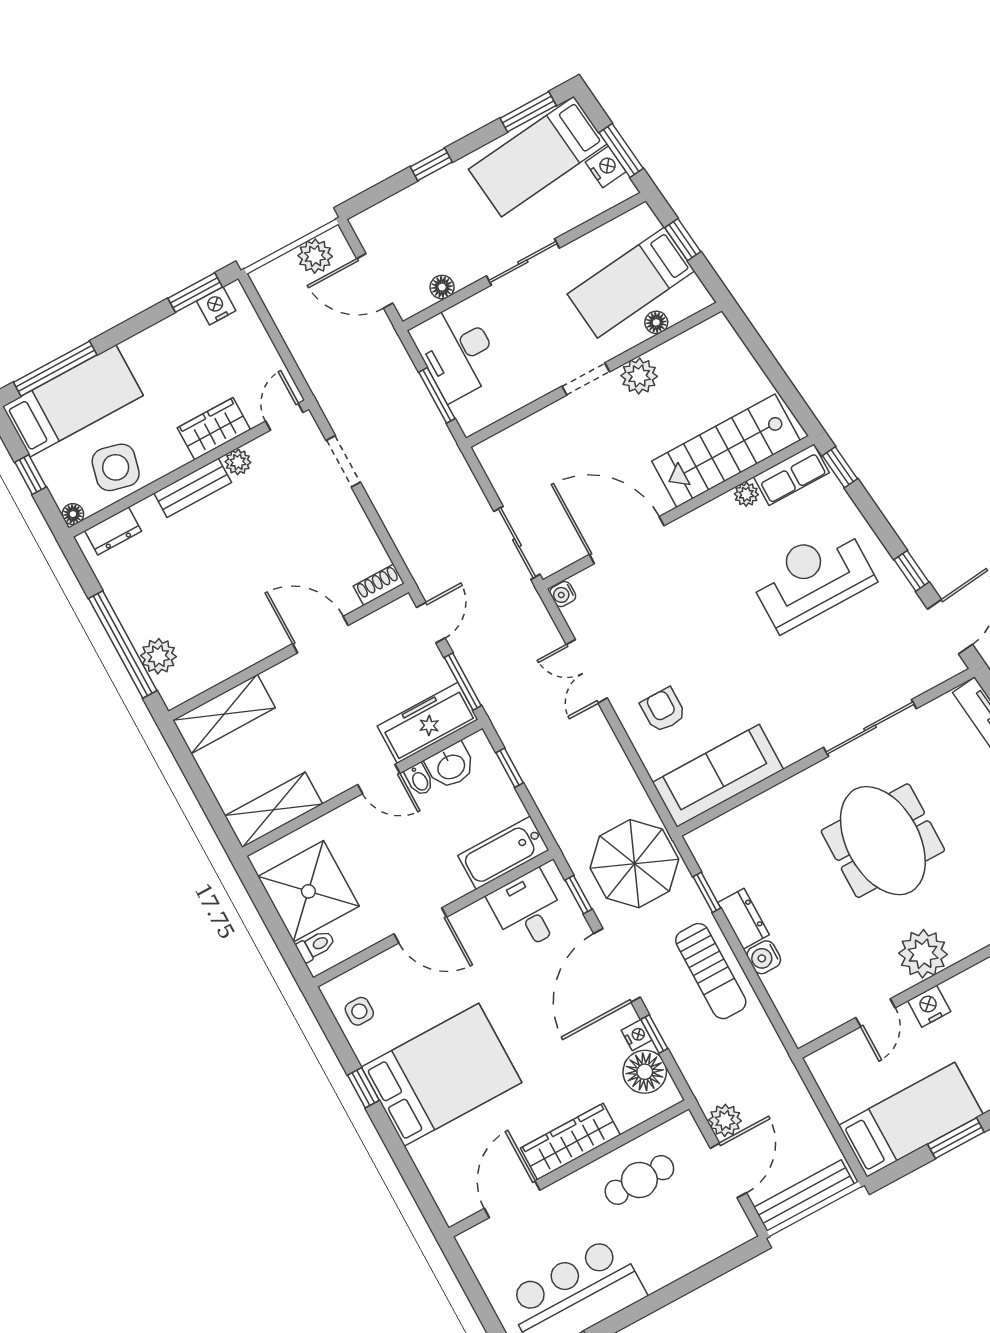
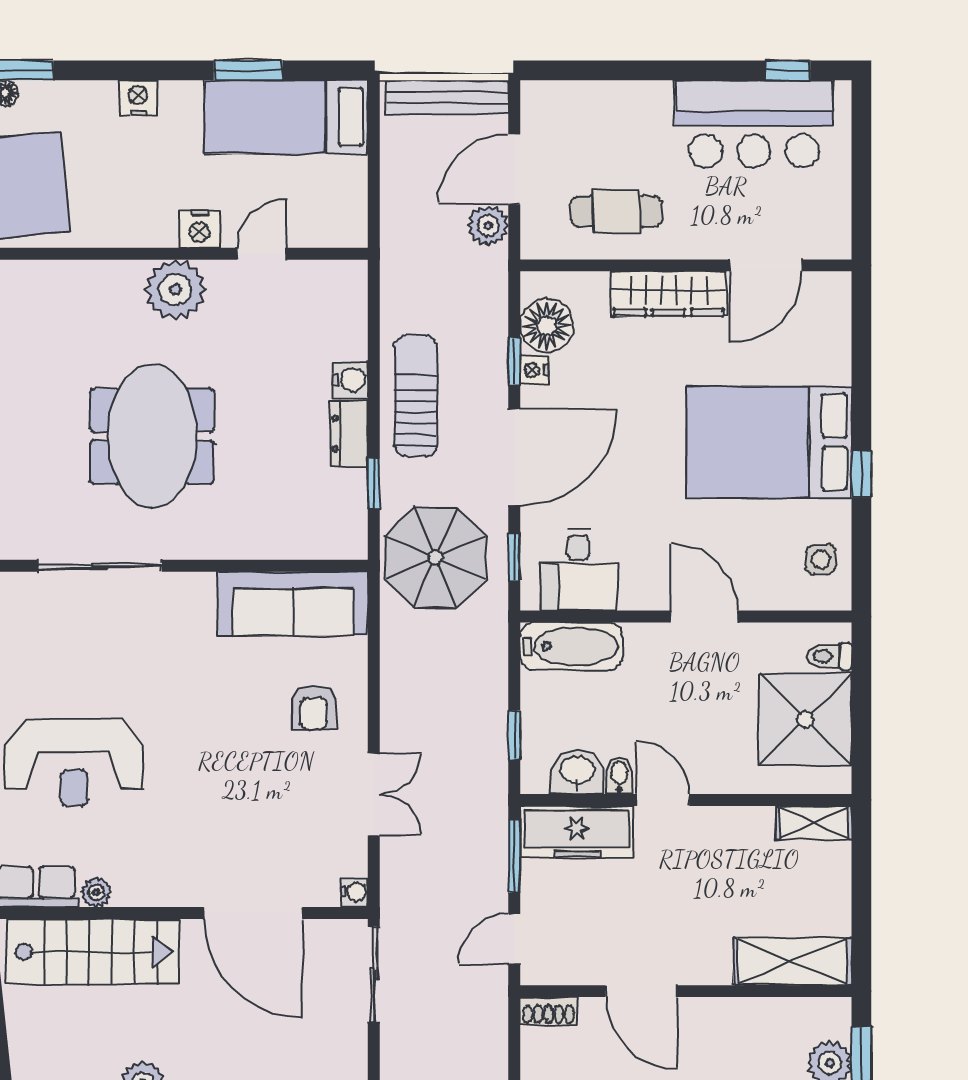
shelving: (274, 810) -> (814, 823), width x0.67, depth x0.75

